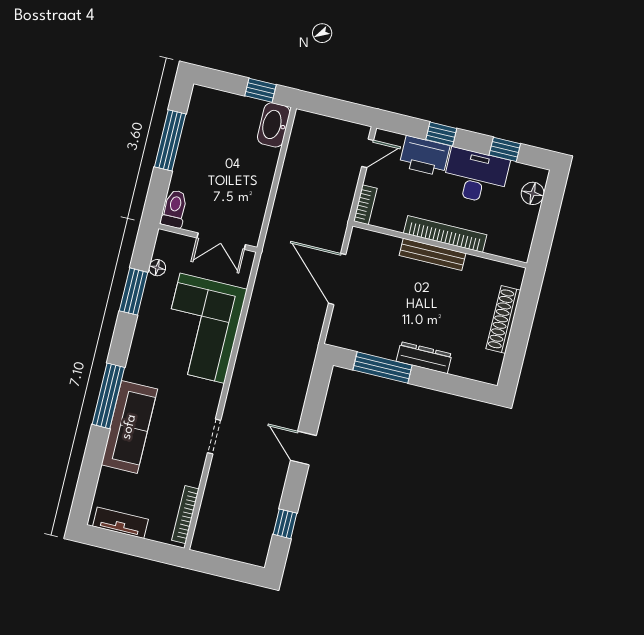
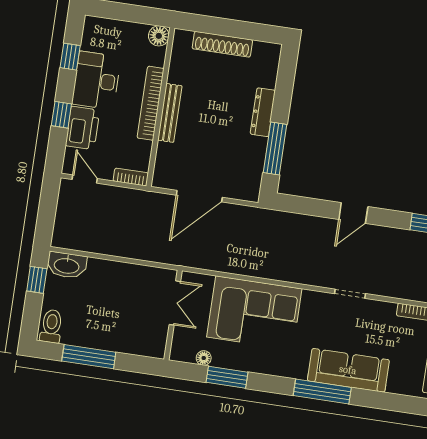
floor lamp: (533, 193) -> (159, 36), moved
toilet: (174, 209) -> (51, 326), moved, turned 90

